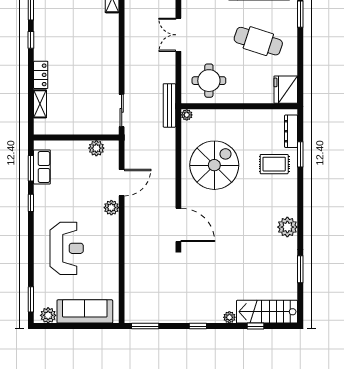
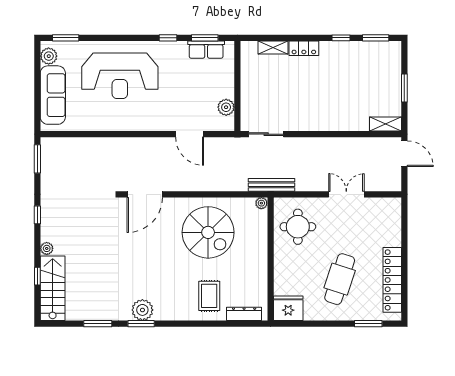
window: (300, 154) -> (141, 324), moved
plant: (111, 208) -> (163, 123), removed
reception desk: (67, 248) -> (120, 76), width x1.36, depth x1.30

